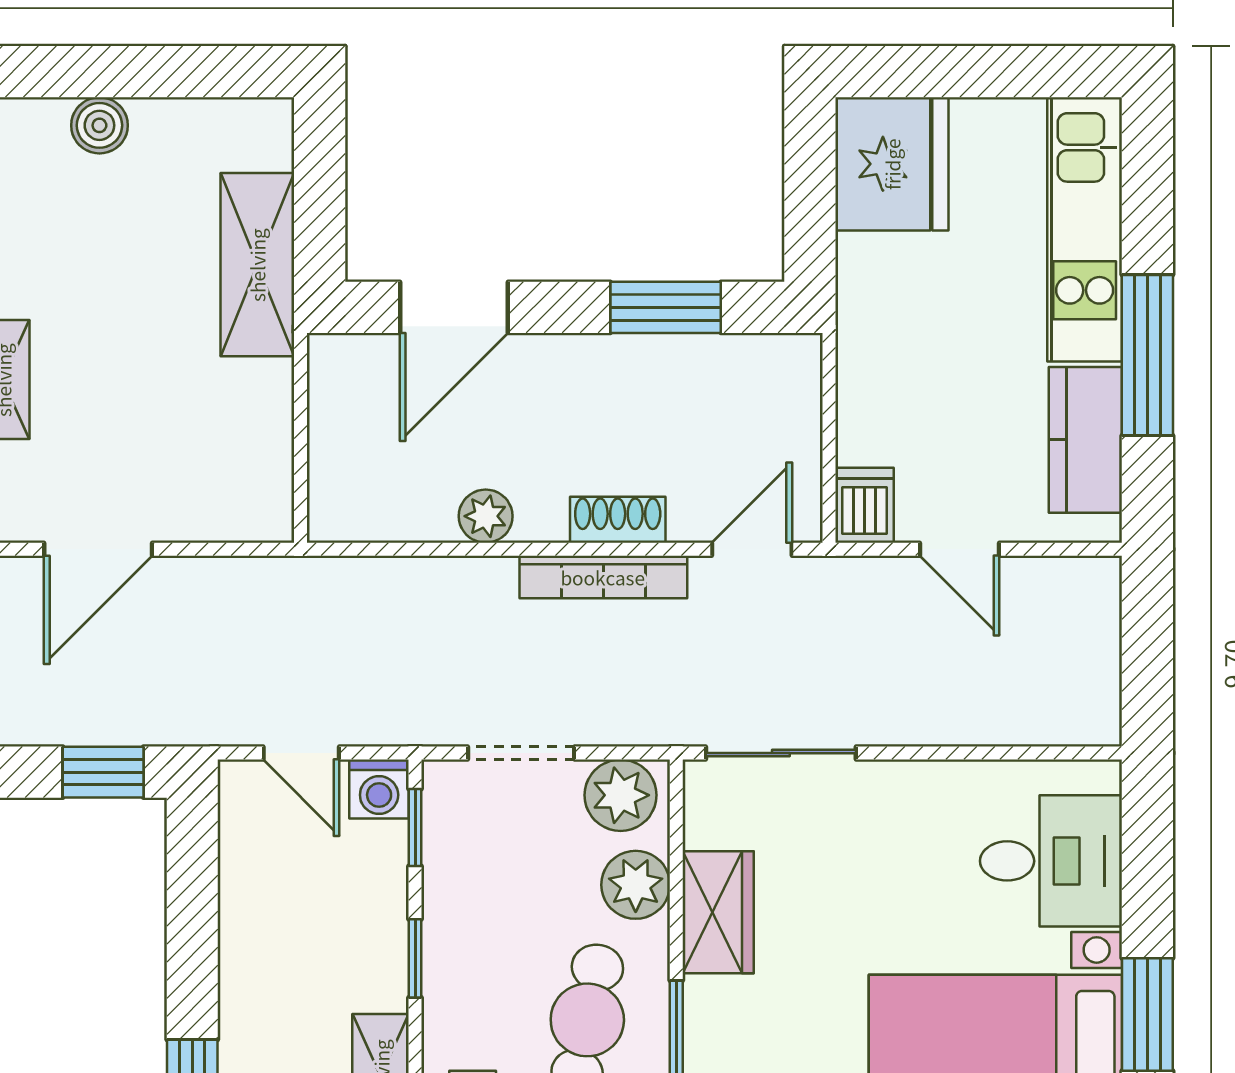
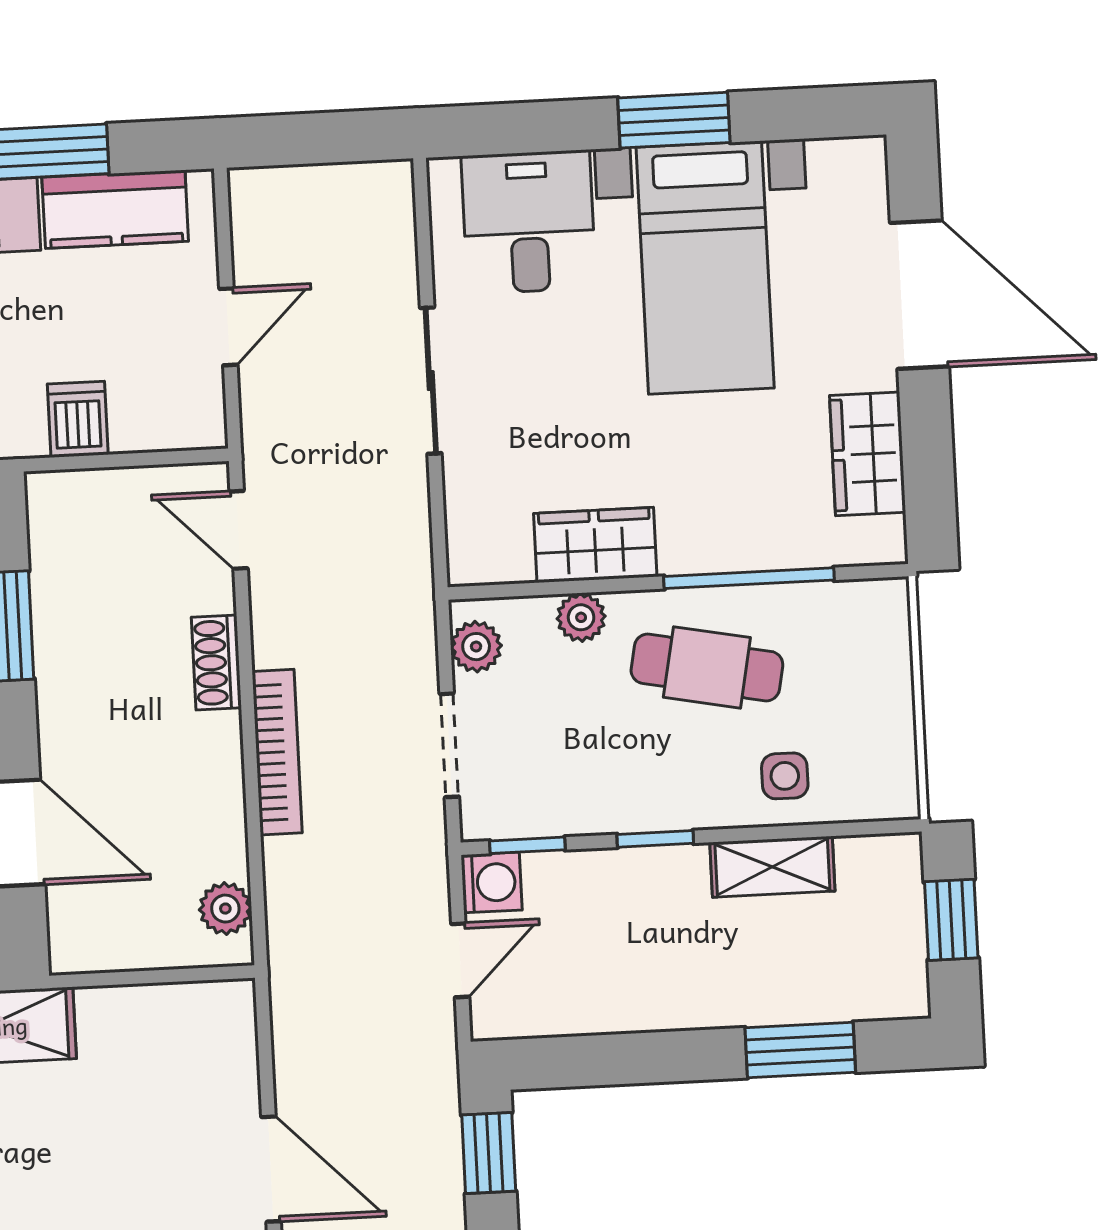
dishwasher: (865, 505) -> (78, 419), moved, turned 90
plant: (486, 516) -> (225, 909), moved
bookcase: (603, 577) -> (277, 752), moved
sliding door: (781, 753) -> (431, 381), moved
plant: (621, 795) -> (476, 647), width x0.73, depth x0.73
plant: (636, 885) -> (581, 617), width x0.73, depth x0.73

